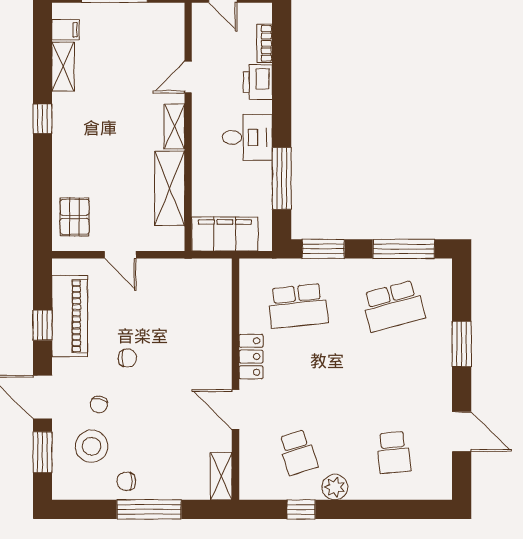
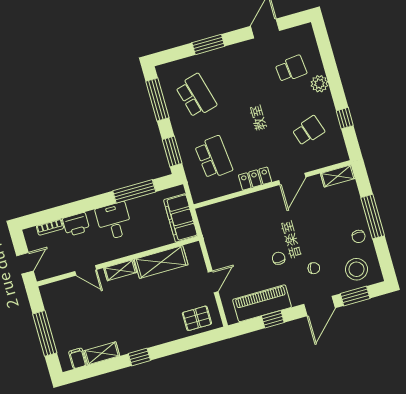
stool: (92, 446) -> (356, 269), moved
plant: (335, 487) -> (319, 84), moved

